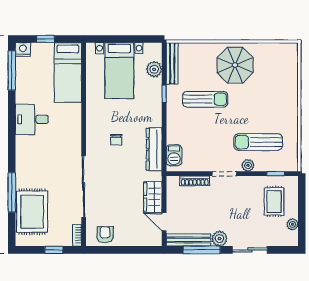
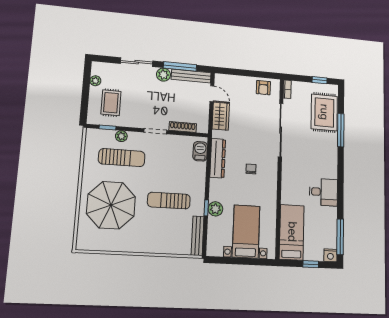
parasol: (235, 65) -> (111, 205), moved, width x1.36, depth x1.36
plant: (154, 69) -> (215, 209), moved
plant: (248, 165) -> (121, 136), moved
window: (54, 250) -> (320, 80), moved

